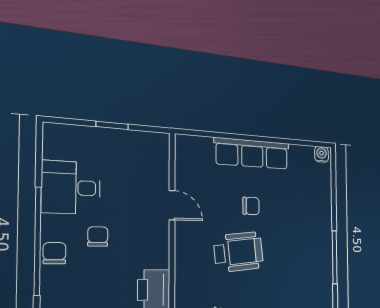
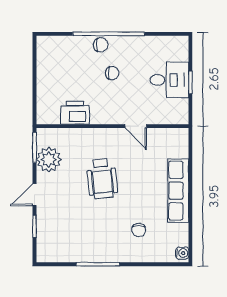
desk: (71, 188) -> (169, 80), moved, turned 90
door: (172, 205) -> (136, 126), hinge flipped
chair: (251, 206) -> (139, 230), moved

